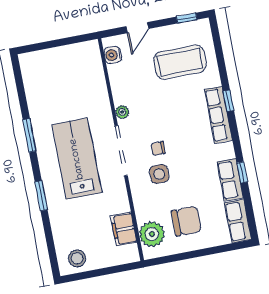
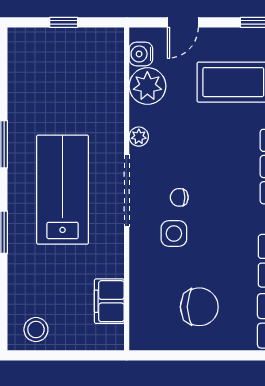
window: (55, 43) -> (64, 22), added
plant: (152, 234) -> (147, 86), moved

